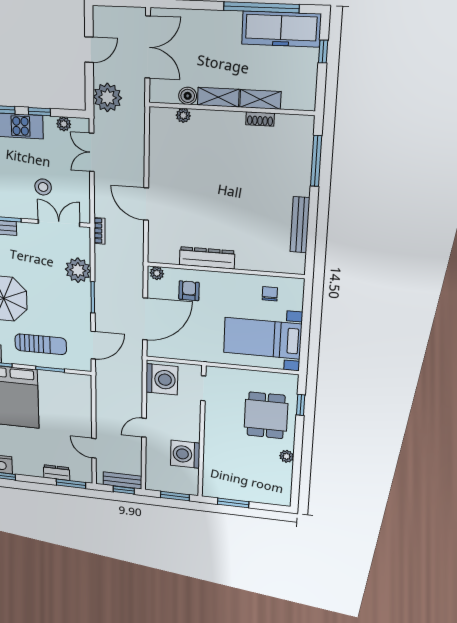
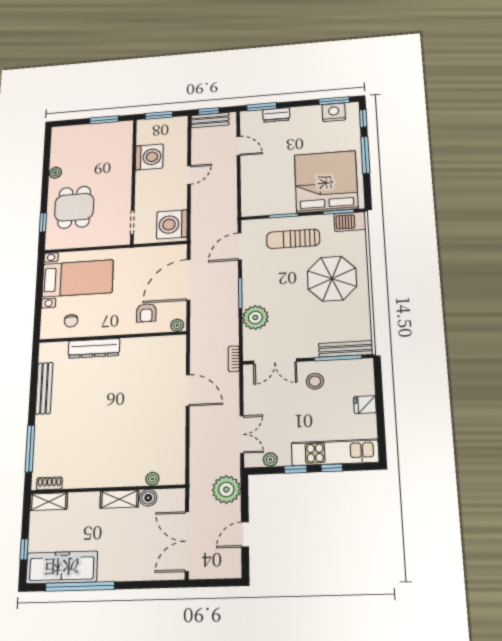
shelving: (260, 99) -> (49, 502), moved
shoe rack: (260, 119) -> (49, 483), moved
stool: (43, 187) -> (315, 381), moved
dresser: (207, 258) -> (94, 348), moved

